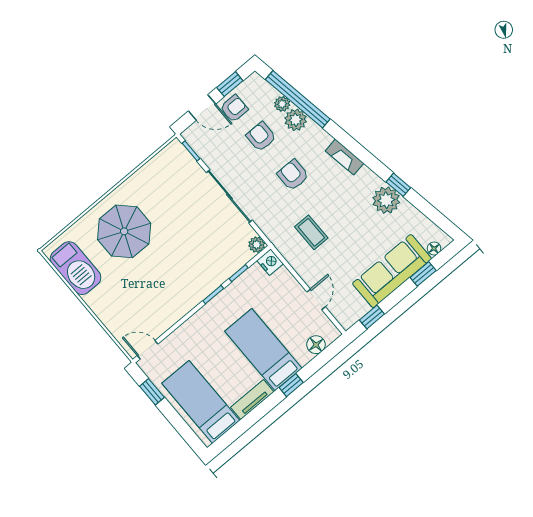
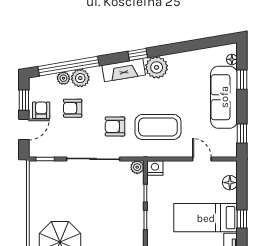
fireplace: (345, 157) -> (124, 70), width x1.37, depth x1.32
armchair: (293, 175) -> (115, 126), moved
window: (398, 185) -> (138, 54), moved
plant: (386, 200) -> (157, 67), moved
coffee table: (311, 232) -> (158, 127), width x1.86, depth x1.72

